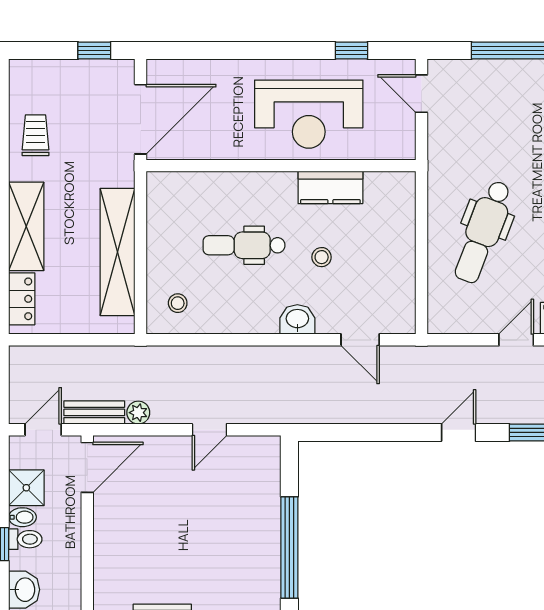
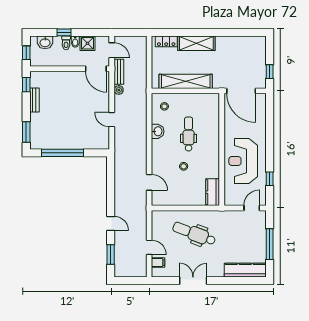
trolley: (36, 135) -> (234, 47), removed
kitchen counter: (330, 187) -> (213, 192), moved
washbasin: (297, 319) -> (158, 131), moved
door: (360, 340) -> (149, 182), swing flipped

